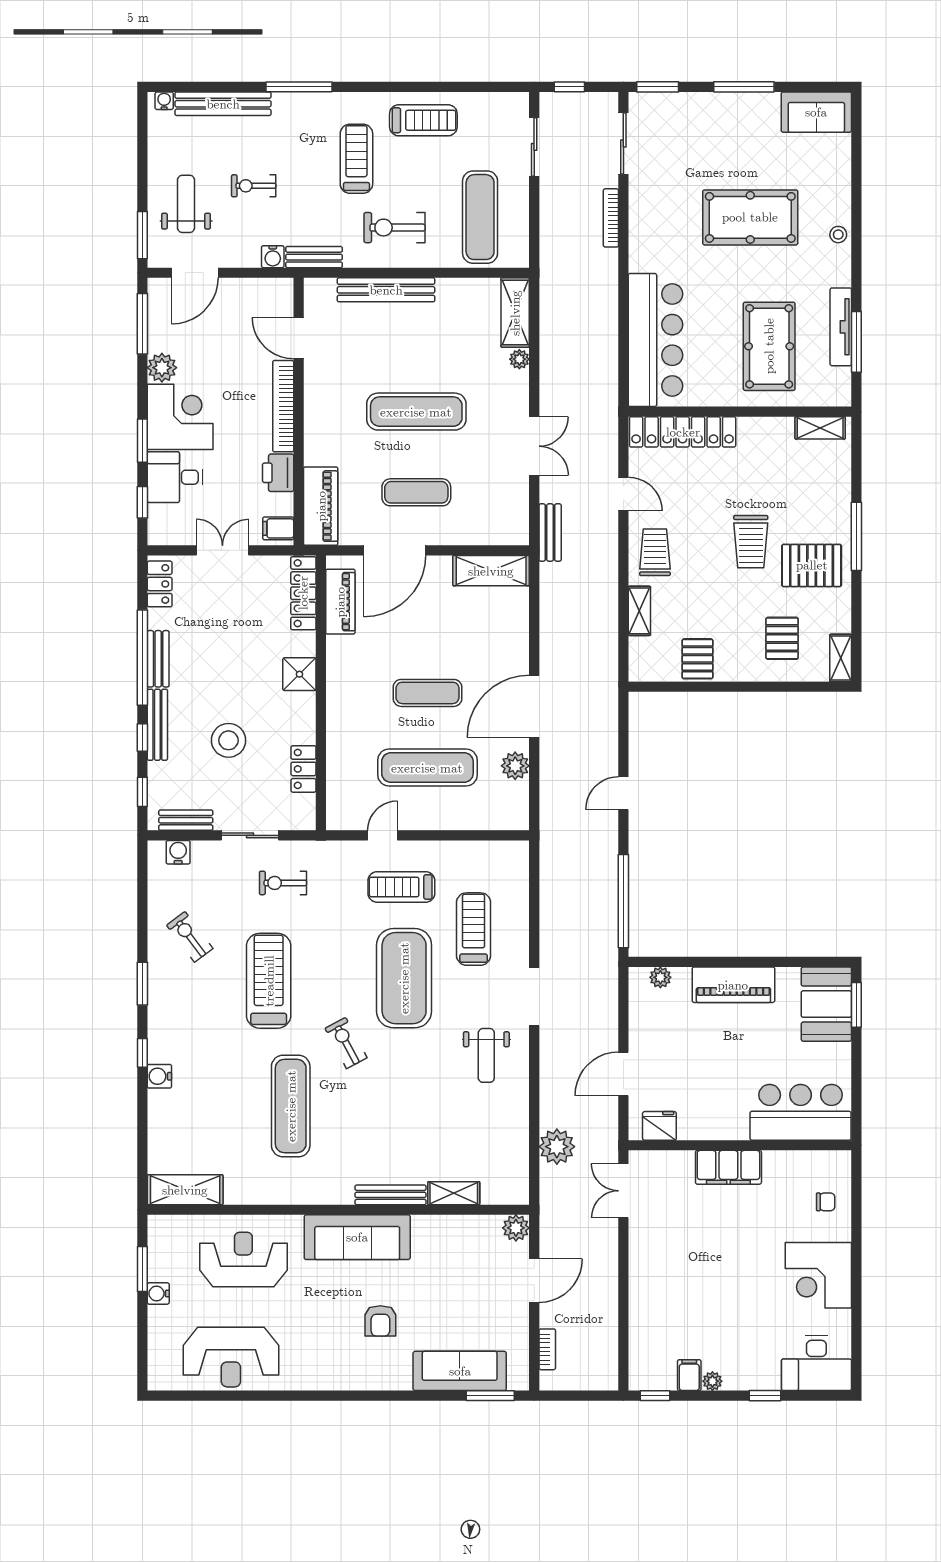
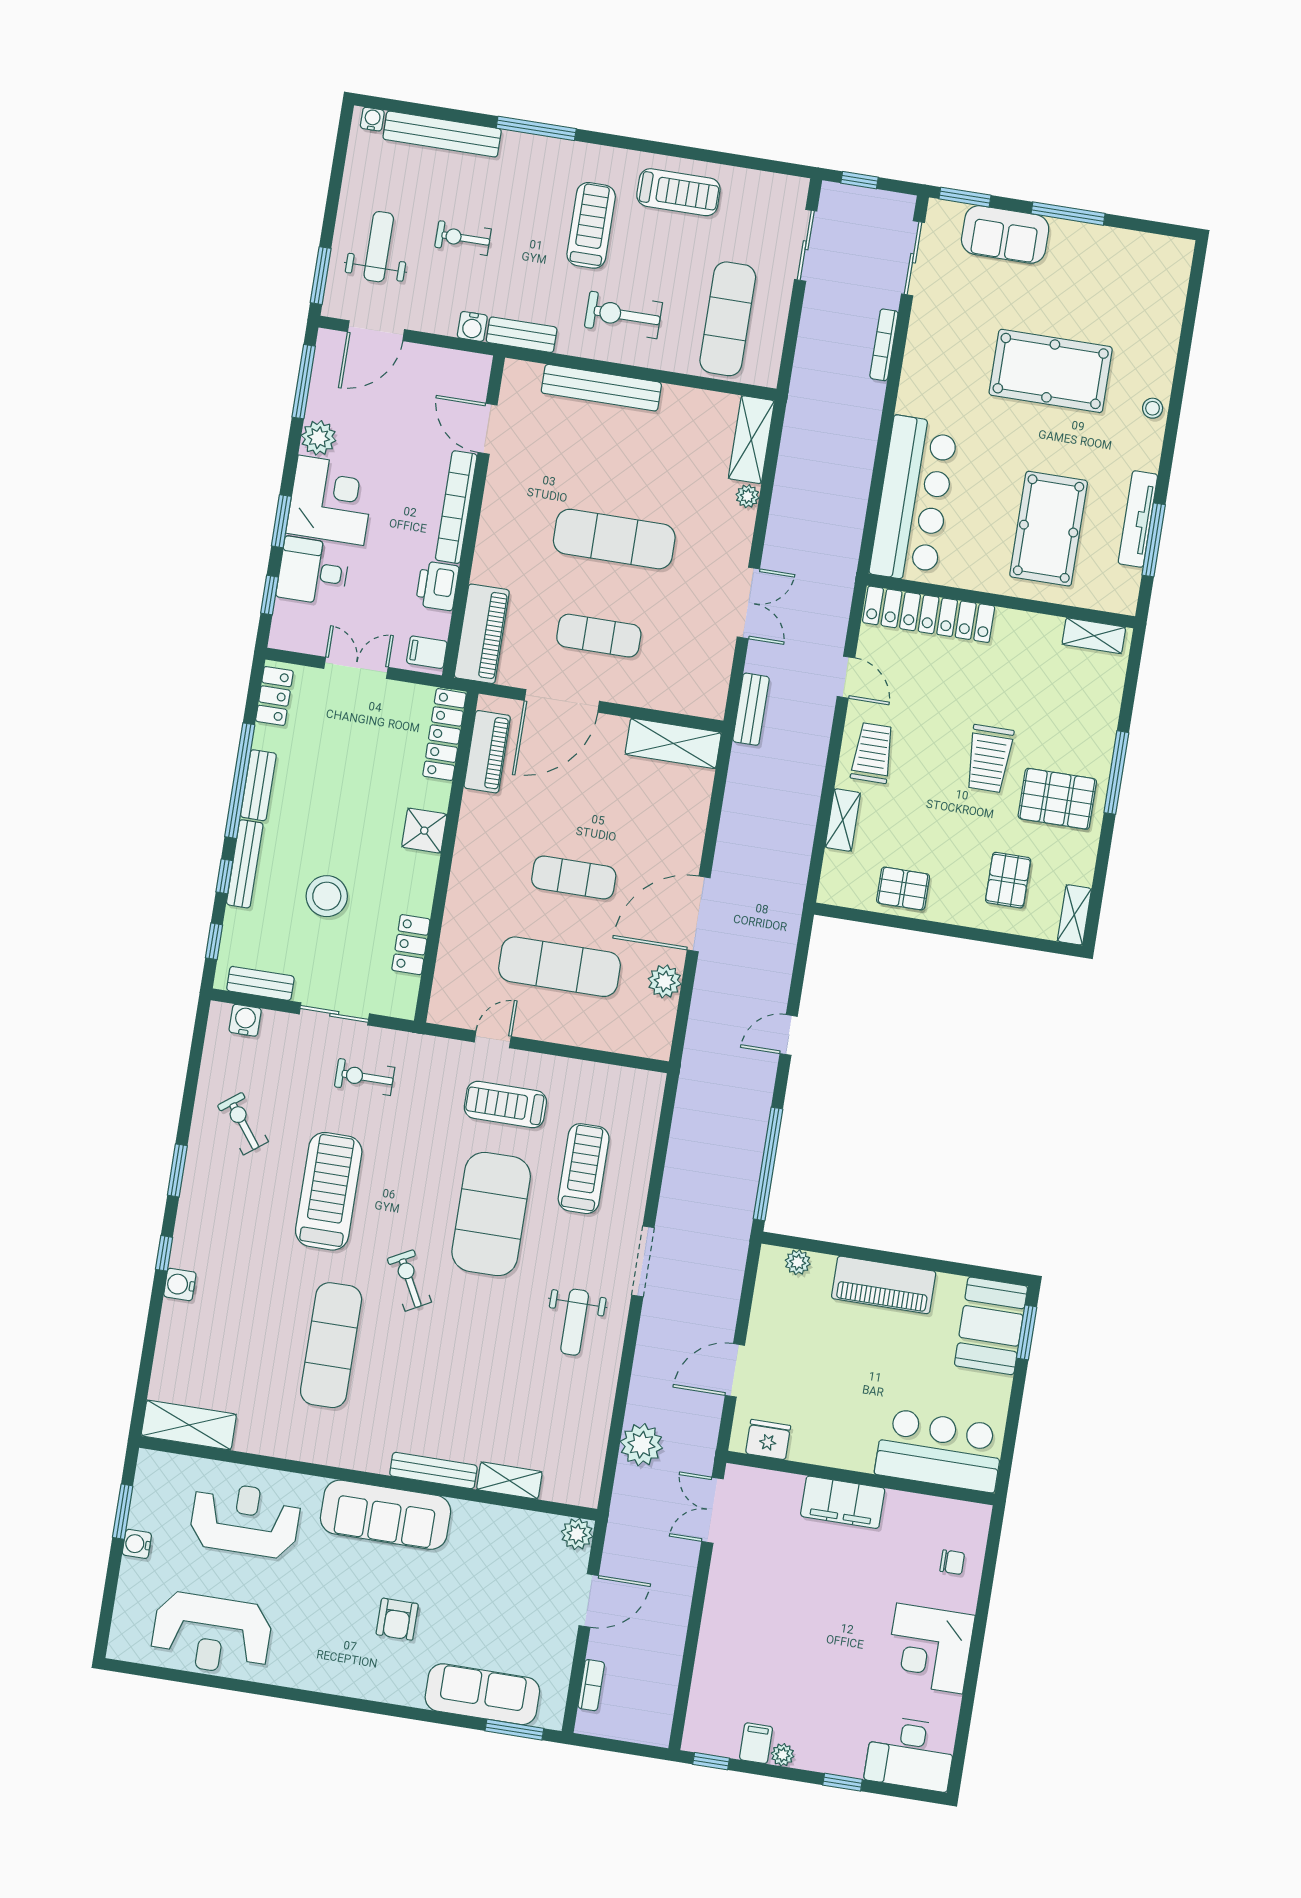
sofa: (816, 112) -> (1005, 234), moved
pallet: (697, 659) -> (903, 889), turned 90

